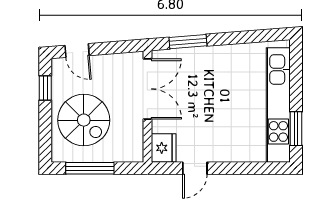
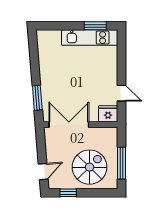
kitchen unit: (278, 105) -> (90, 38), width x0.73

